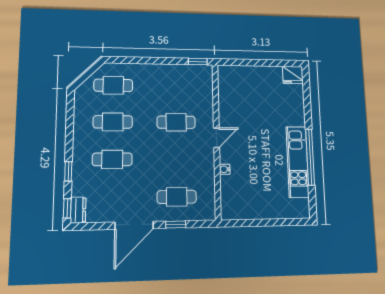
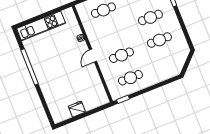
fridge: (293, 75) -> (77, 109), moved
cafe table: (113, 85) -> (130, 78), moved
kitchen unit: (298, 162) -> (41, 26), moved, turned 90

